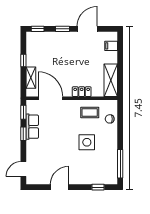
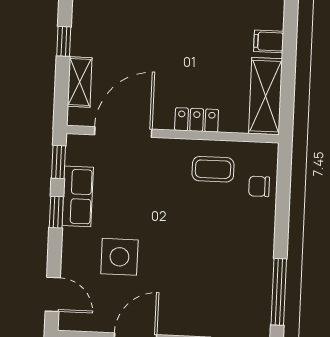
filing cabinet: (111, 46) -> (269, 41), moved
door: (50, 98) -> (123, 132), hinge flipped
side table: (87, 142) -> (119, 257), moved
door: (23, 169) -> (53, 294), swing flipped

